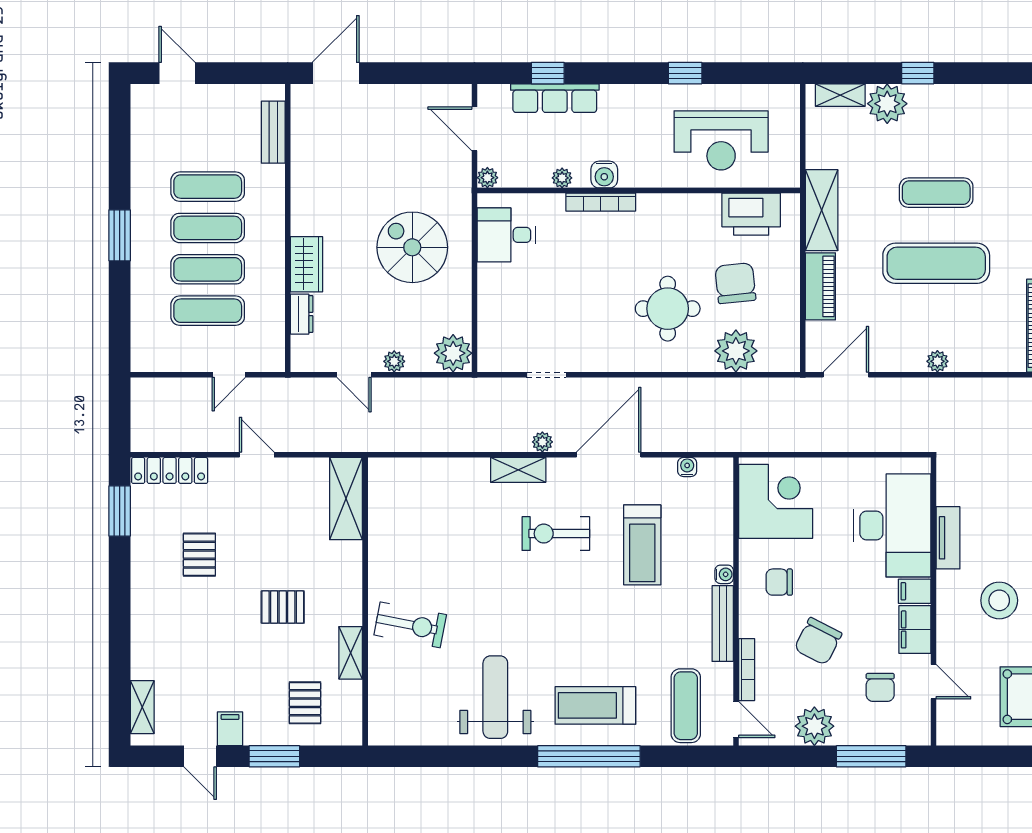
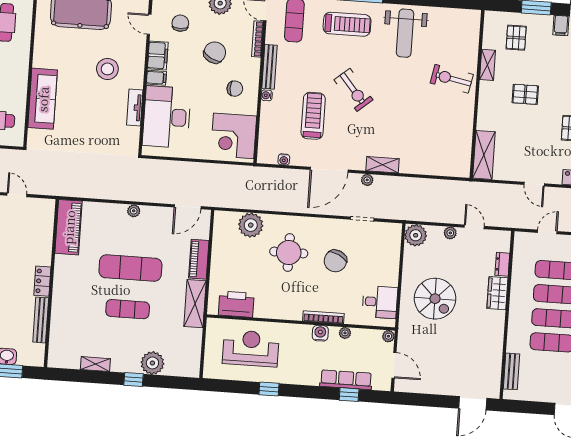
shelving: (840, 95) -> (95, 364), moved
chair: (735, 283) -> (335, 261), moved, turned 32
exercise bike: (556, 534) -> (353, 90), moved, turned 50

